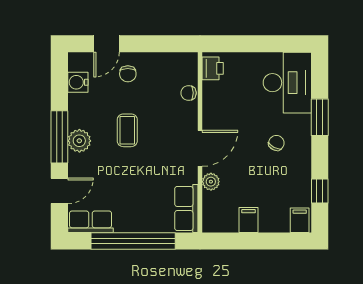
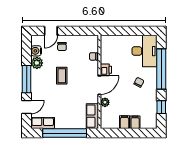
printer: (213, 68) -> (106, 70), moved
window: (320, 117) -> (161, 69), width x2.11
plant: (79, 141) -> (37, 63), moved
filing cabinet: (300, 220) -> (135, 122), moved

